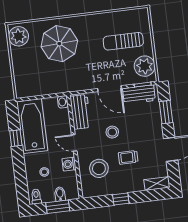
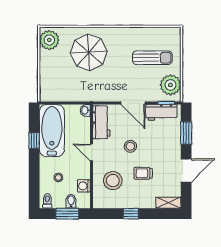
sun lounger: (123, 41) -> (152, 58), turned 180
washing machine: (69, 164) -> (84, 186), moved

